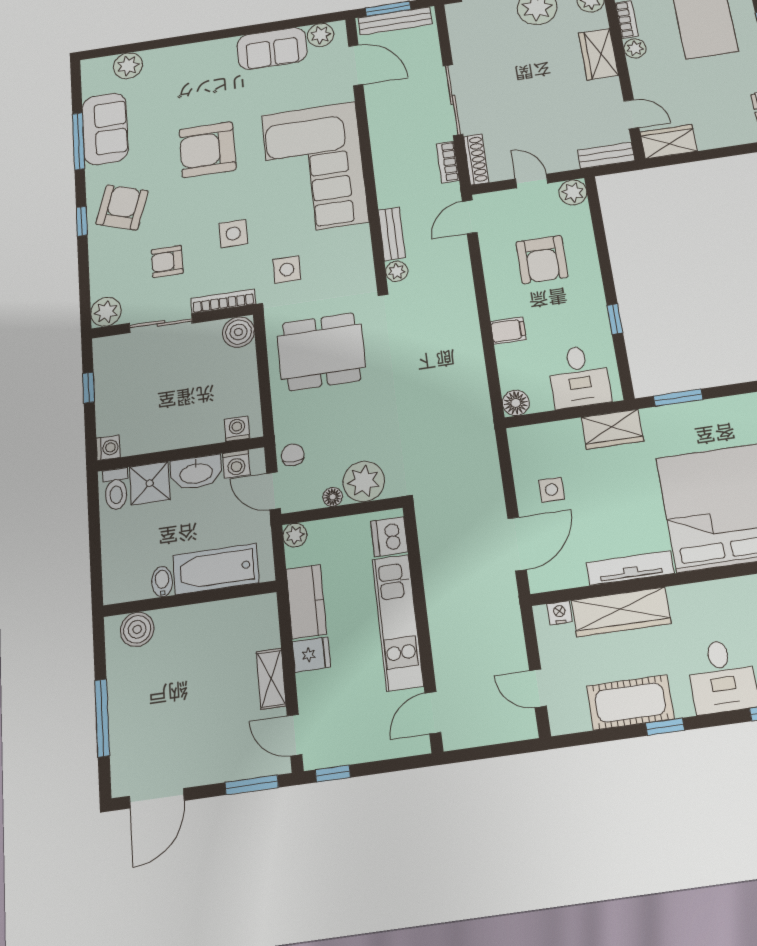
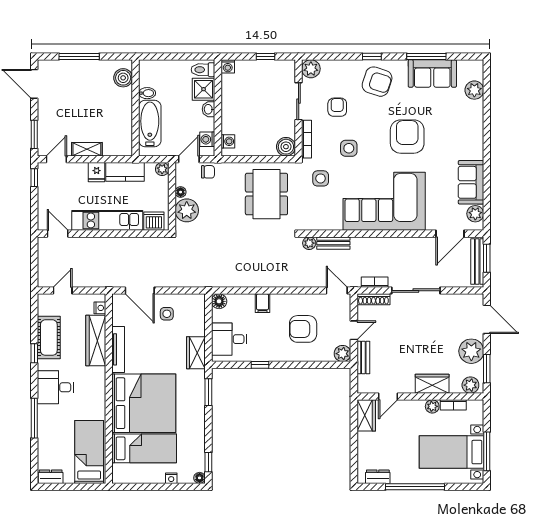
bench: (606, 155) -> (363, 358), moved
washbasin: (196, 473) -> (209, 109), width x0.52, depth x0.69

